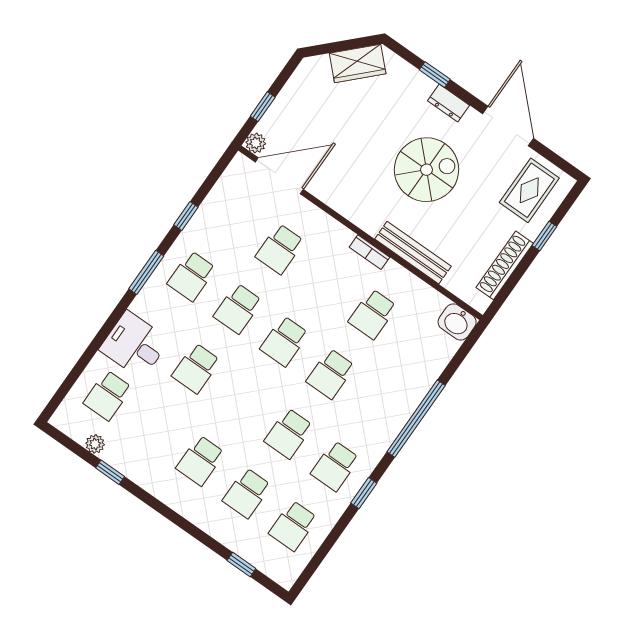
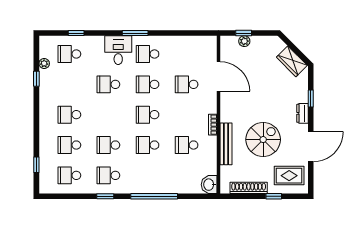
plant: (256, 143) -> (244, 41), moved
spiral stairs: (427, 170) -> (263, 140), moved, turned -90
door: (279, 176) -> (218, 76), moved
window: (186, 216) -> (76, 33), moved
desk: (134, 345) -> (118, 50), moved

